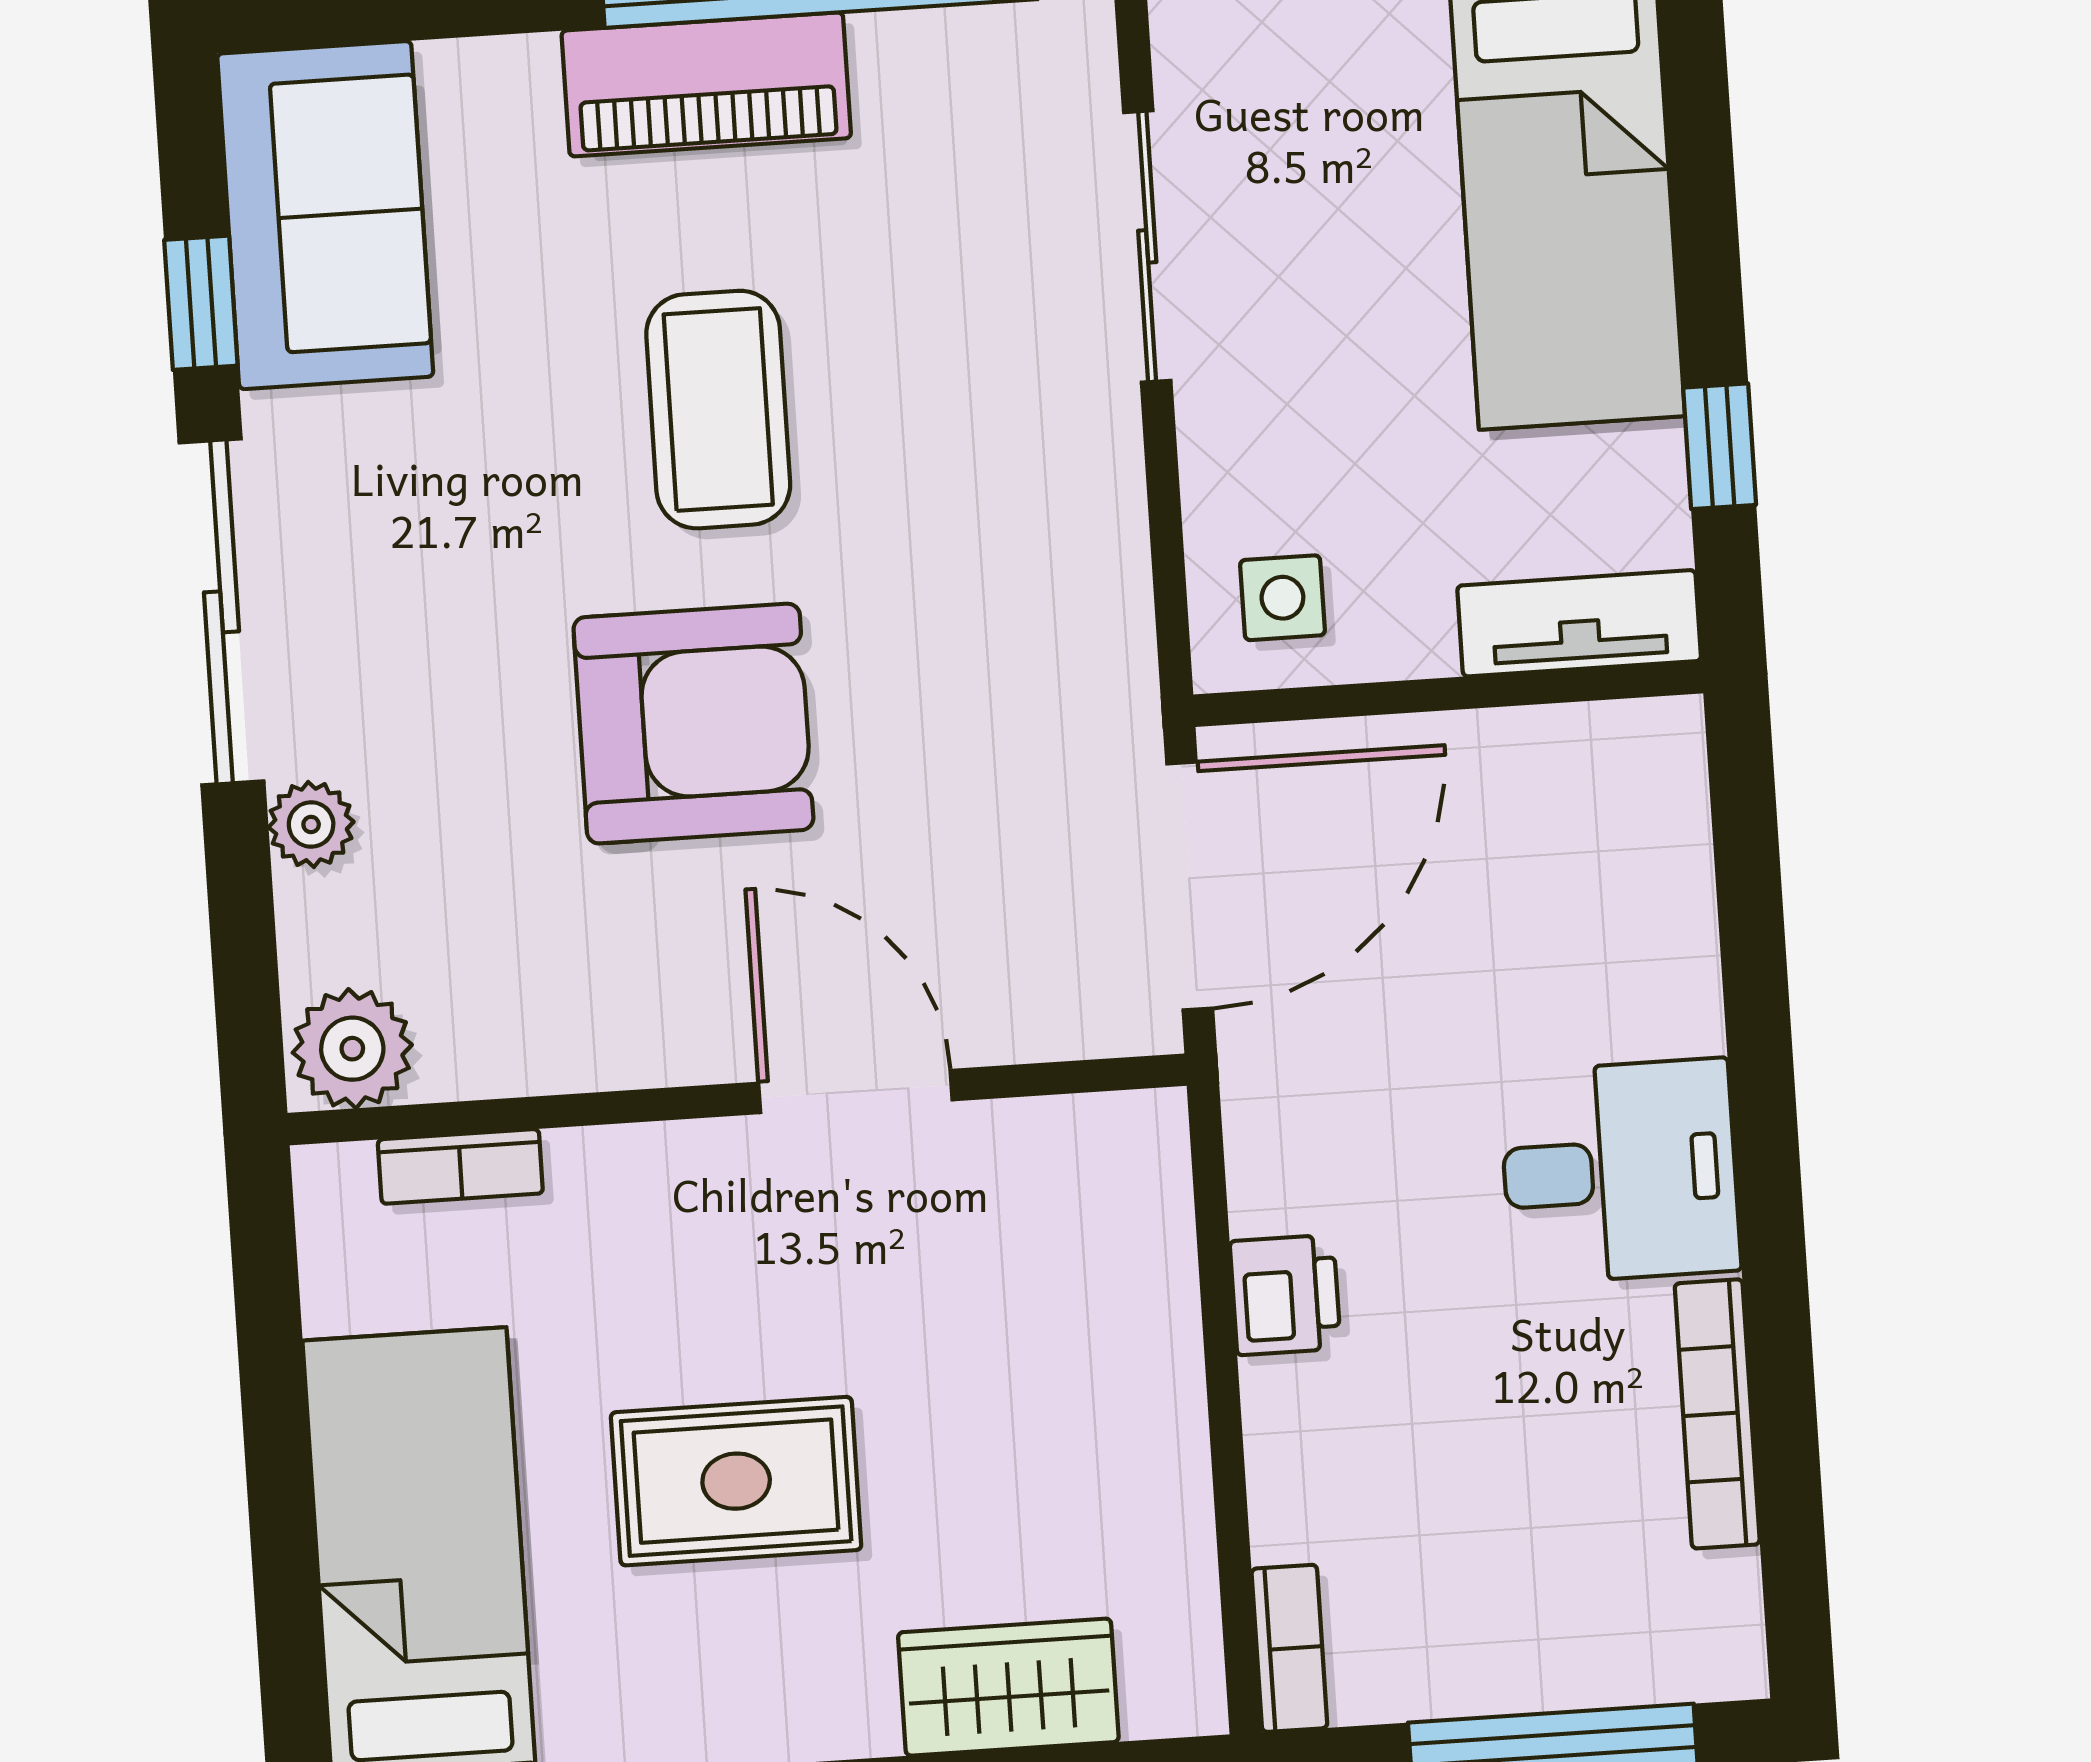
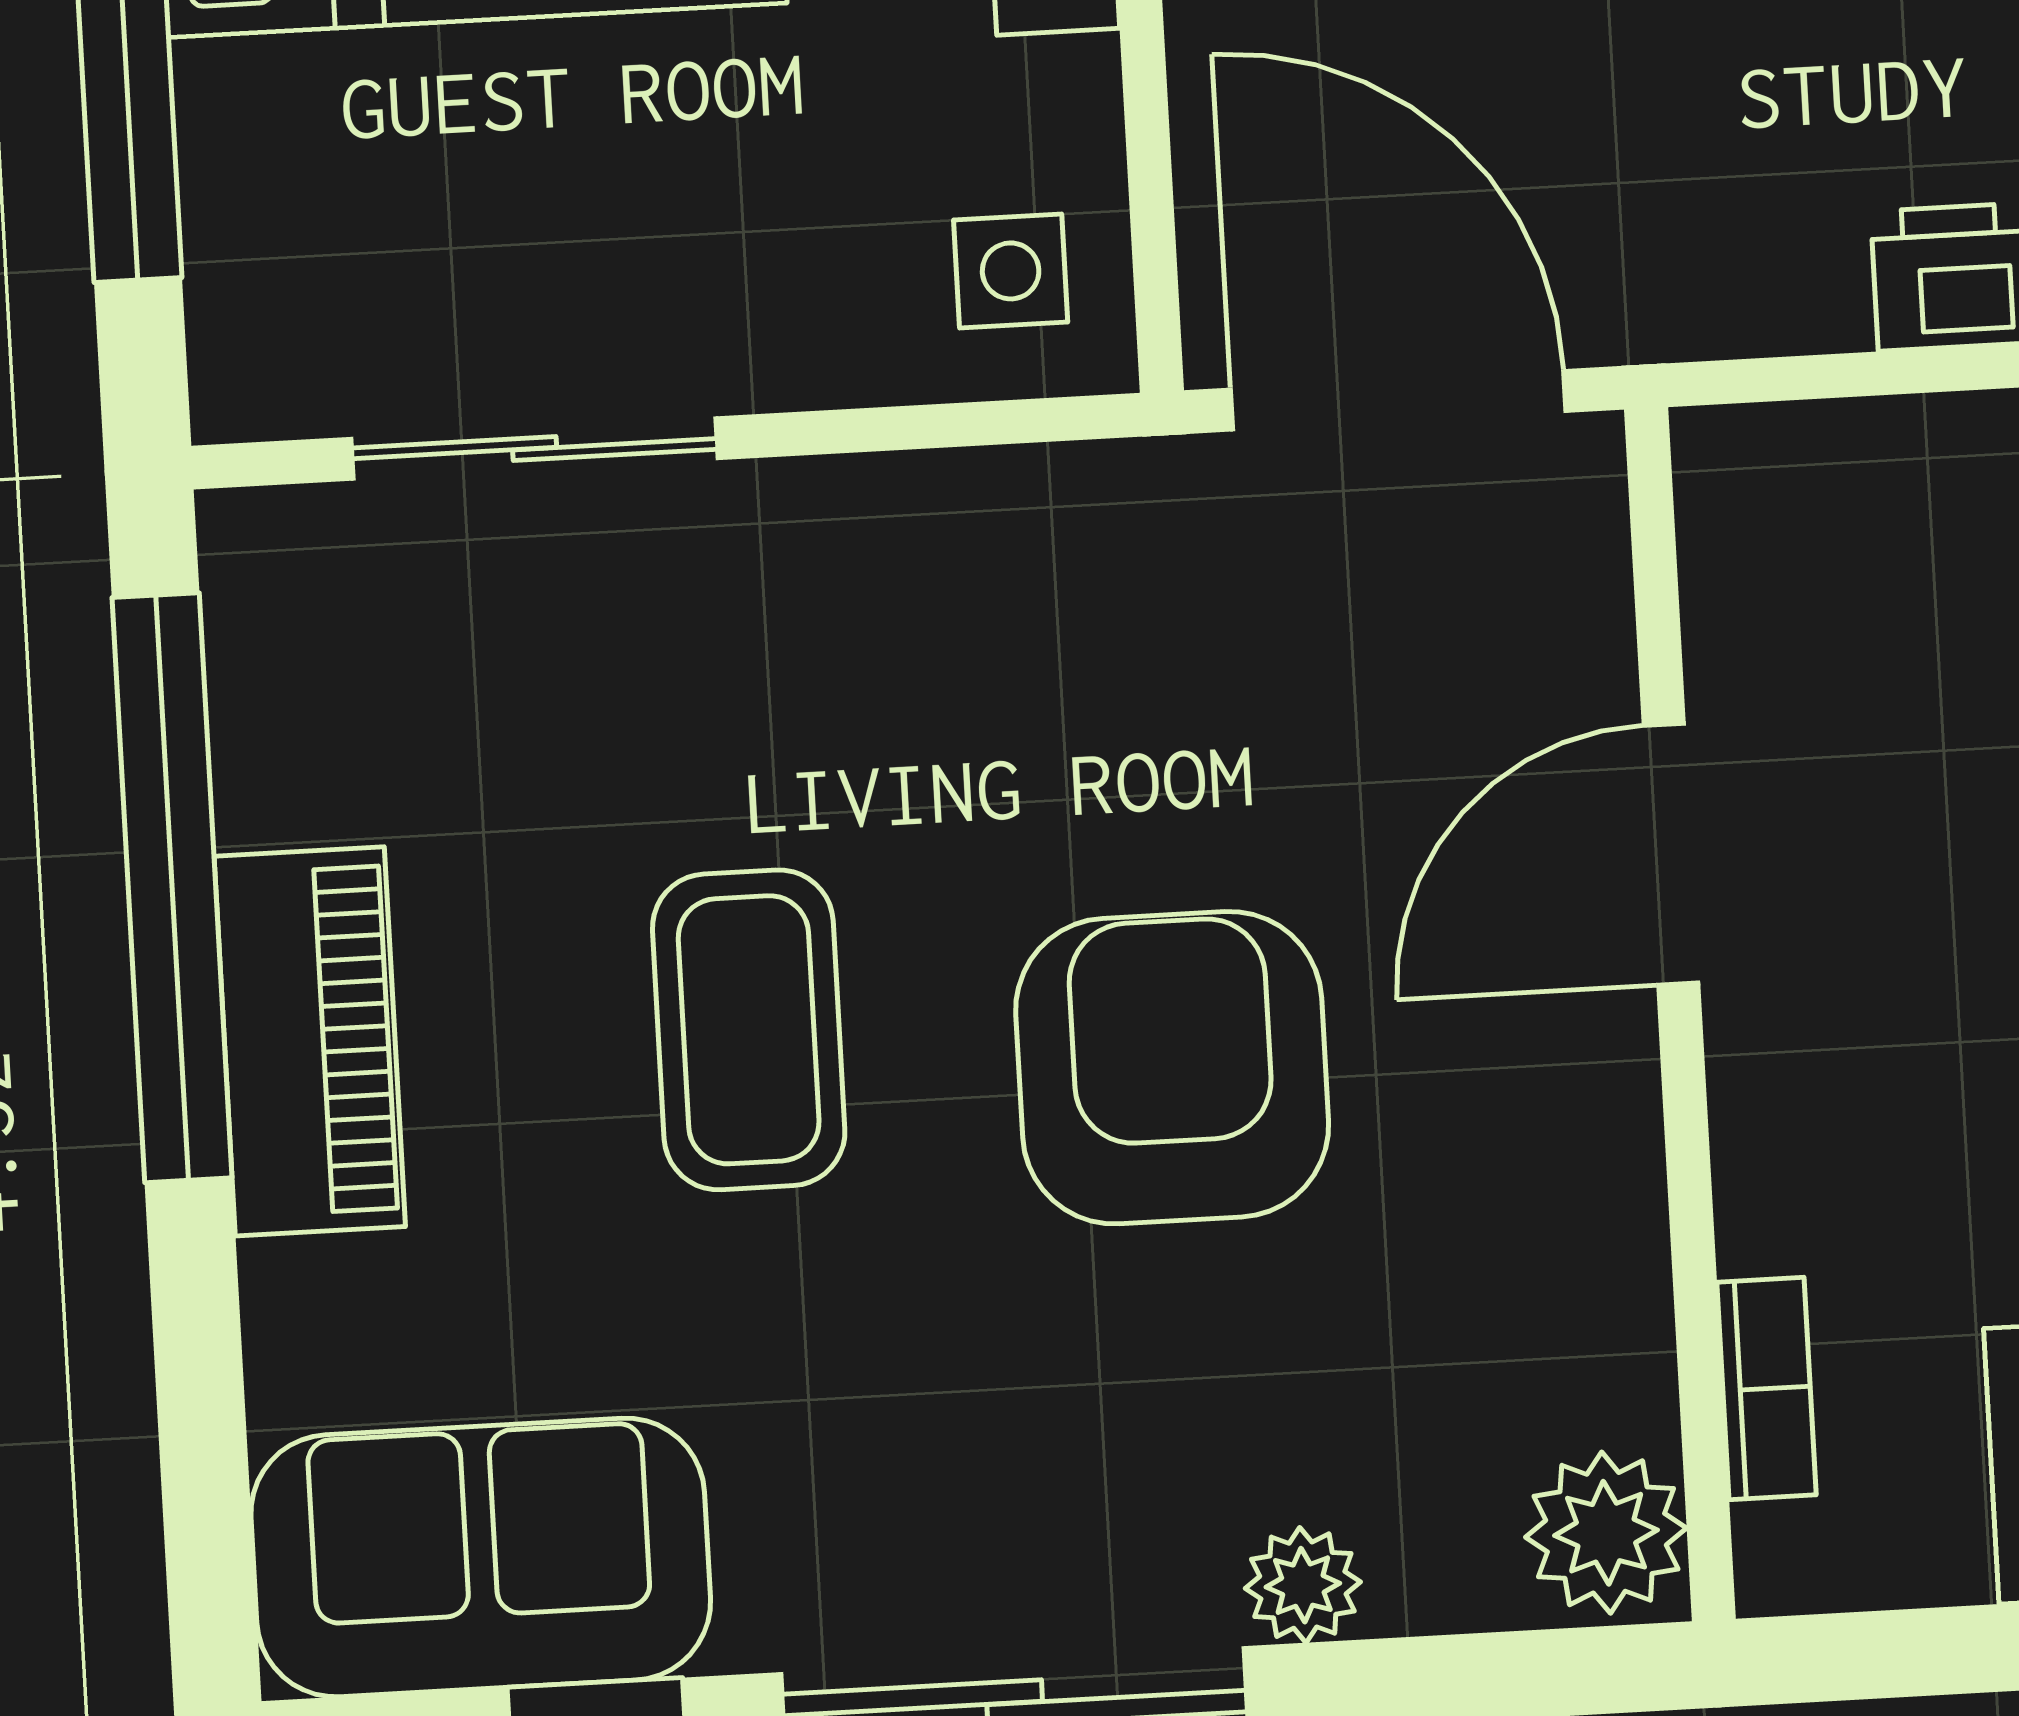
coffee table: (718, 410) -> (749, 1030), turned 90

